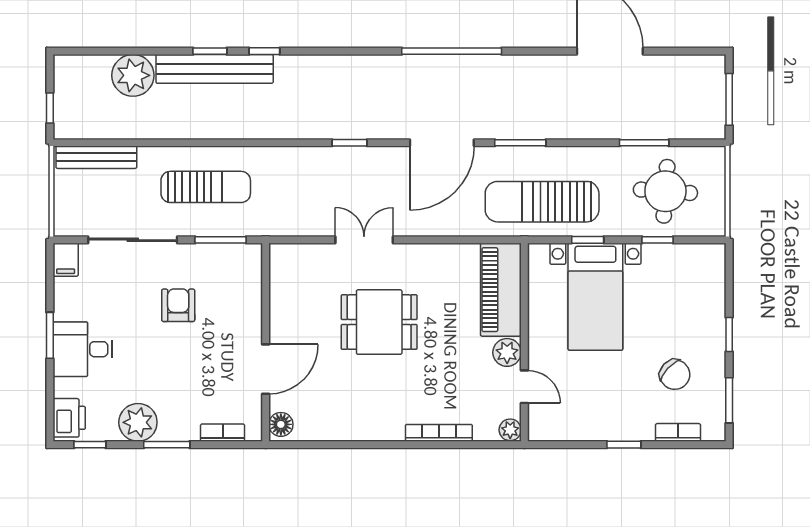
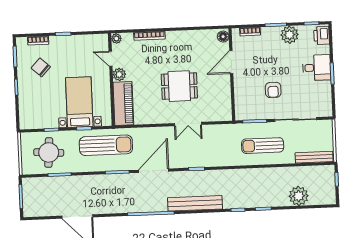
bench: (215, 69) -> (195, 203), moved
filing cabinet: (66, 260) -> (326, 109), removed

